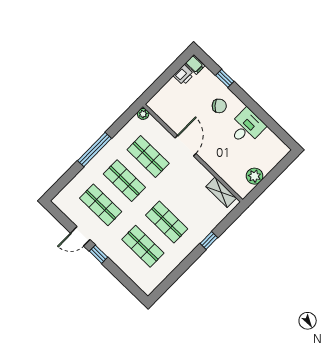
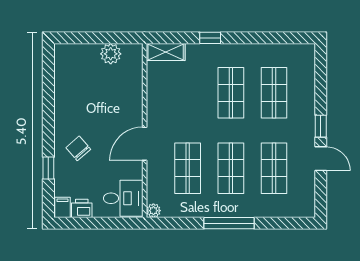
desk: (246, 127) -> (123, 198), moved, turned 180
shelving: (221, 192) -> (166, 52), moved, turned 90

